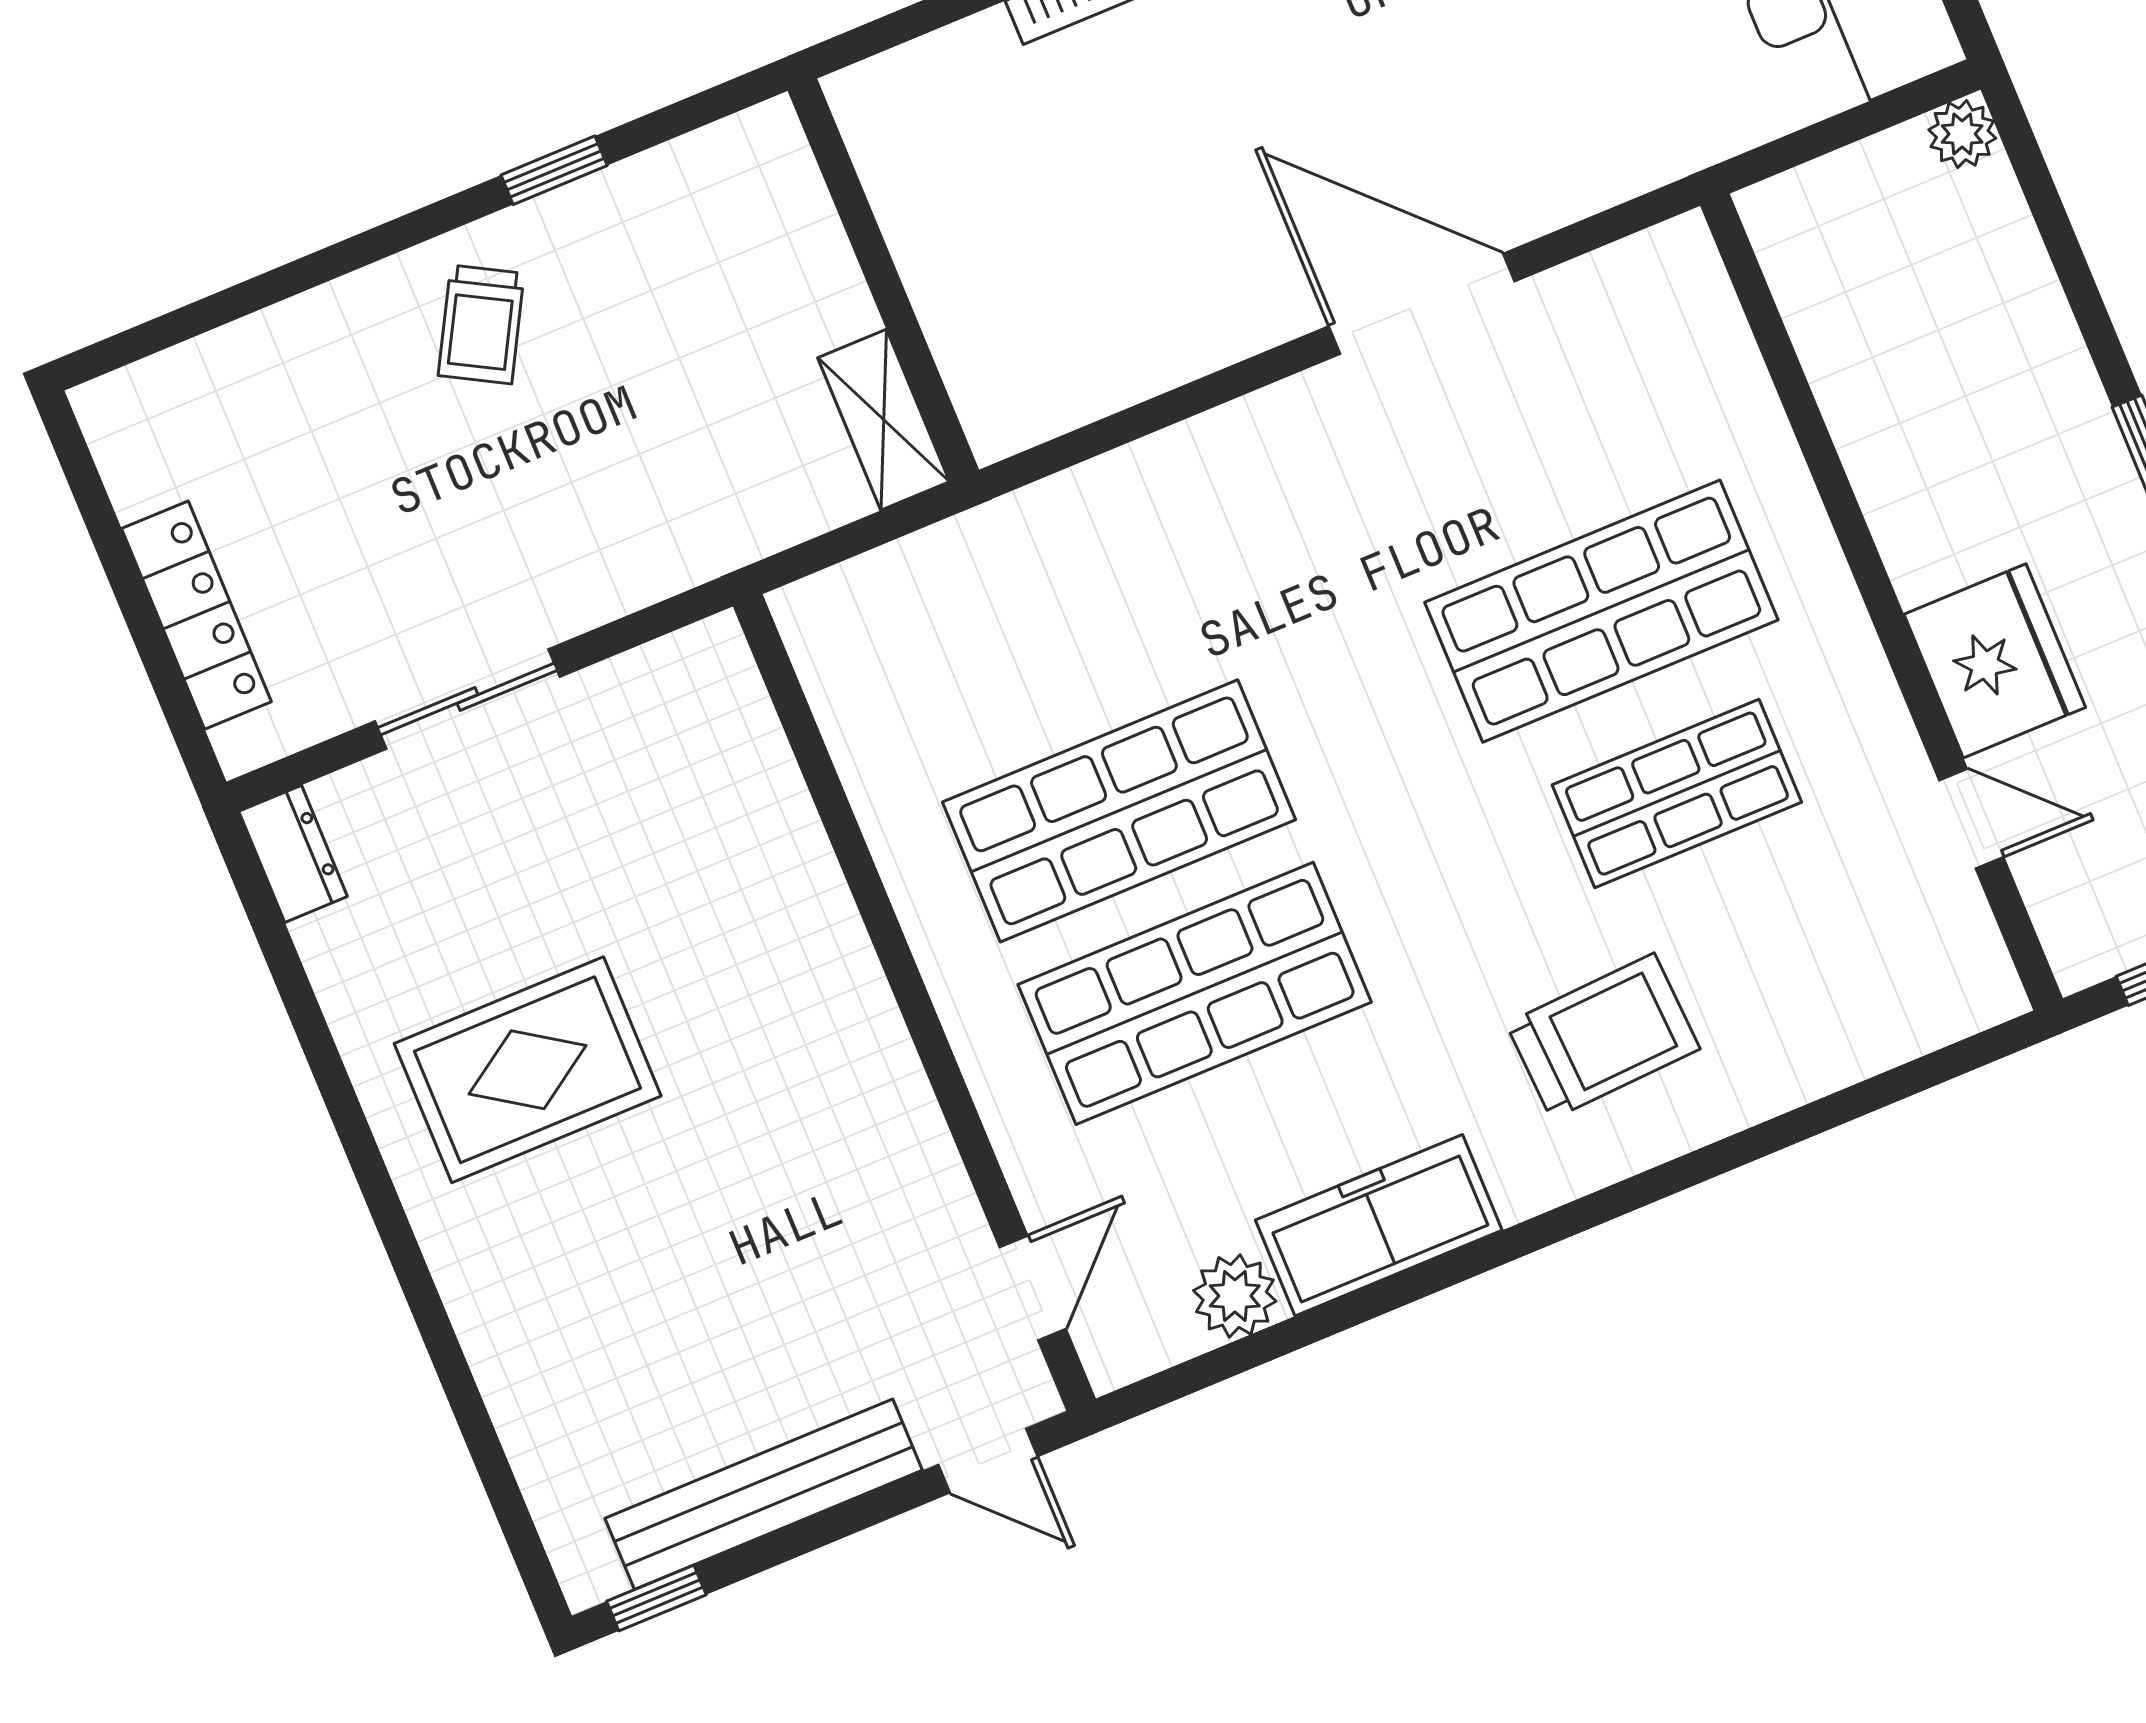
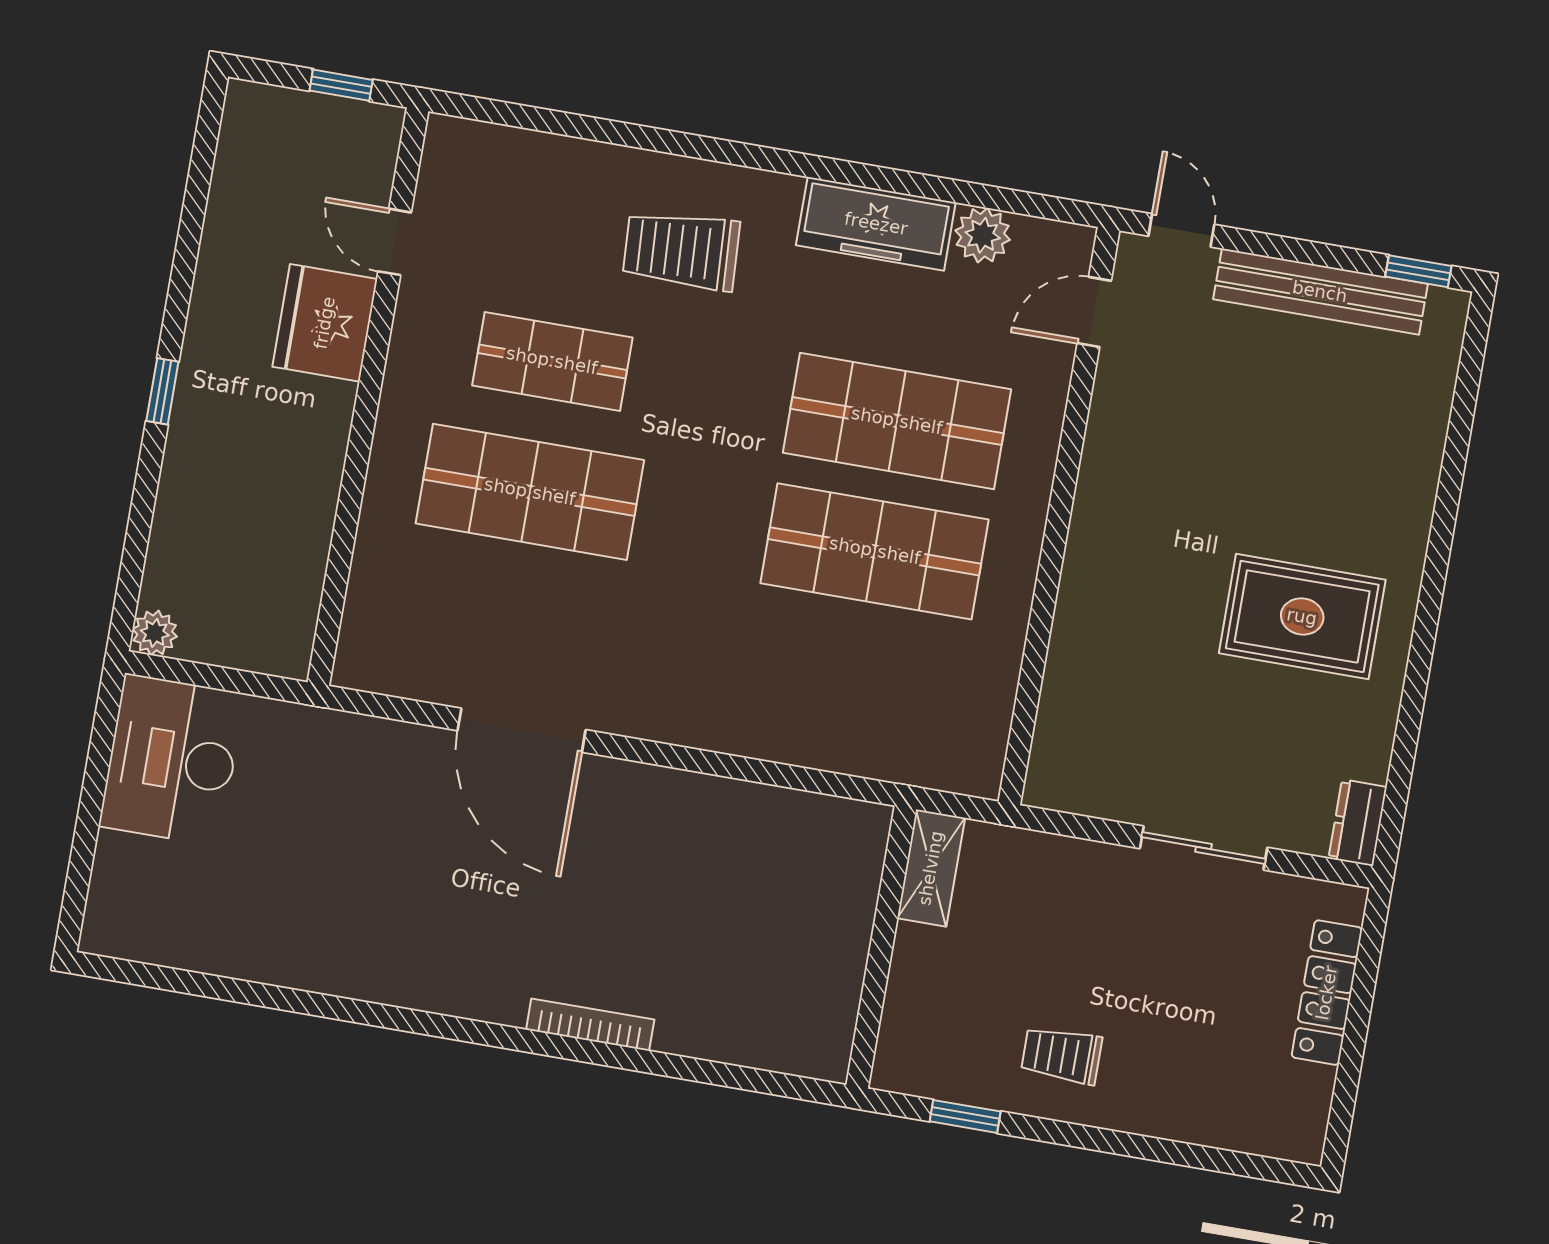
wall: (883, 280) -> (881, 947), moved
trolley: (481, 324) -> (1062, 1055), turned -119
shelving: (884, 420) -> (931, 868), moved

